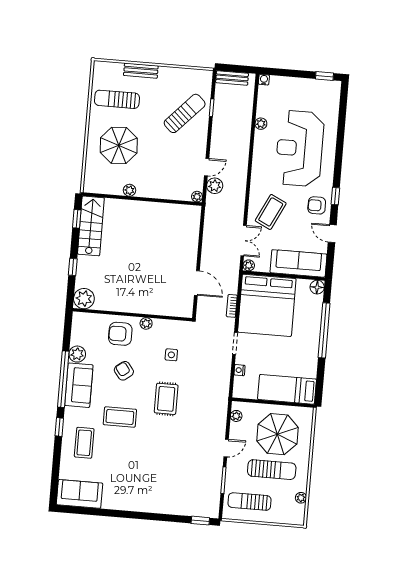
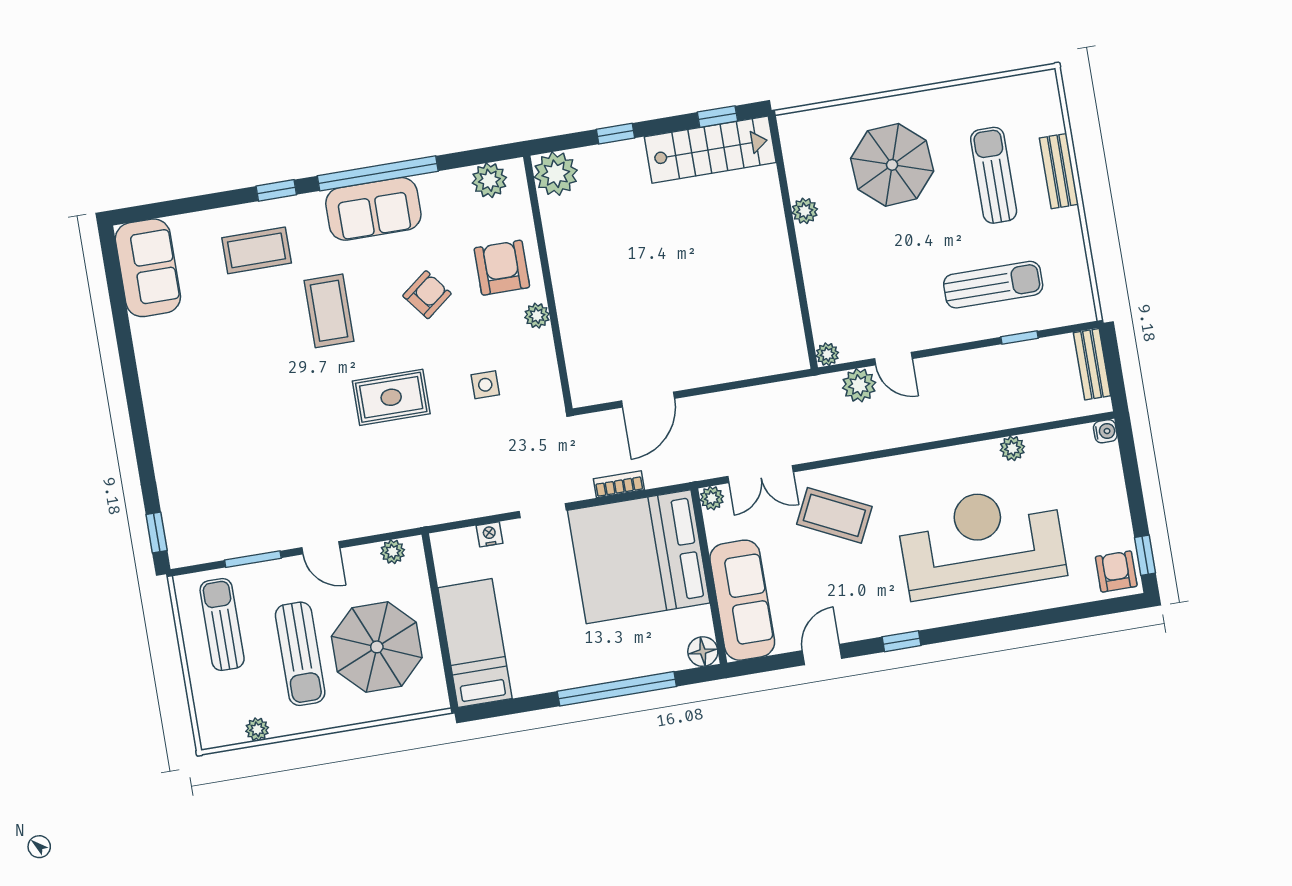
sun lounger: (117, 99) -> (994, 175), moved
sun lounger: (185, 113) -> (993, 285), turned -43
armchair: (317, 205) -> (1116, 571), moved
plant: (77, 354) -> (489, 180), moved

